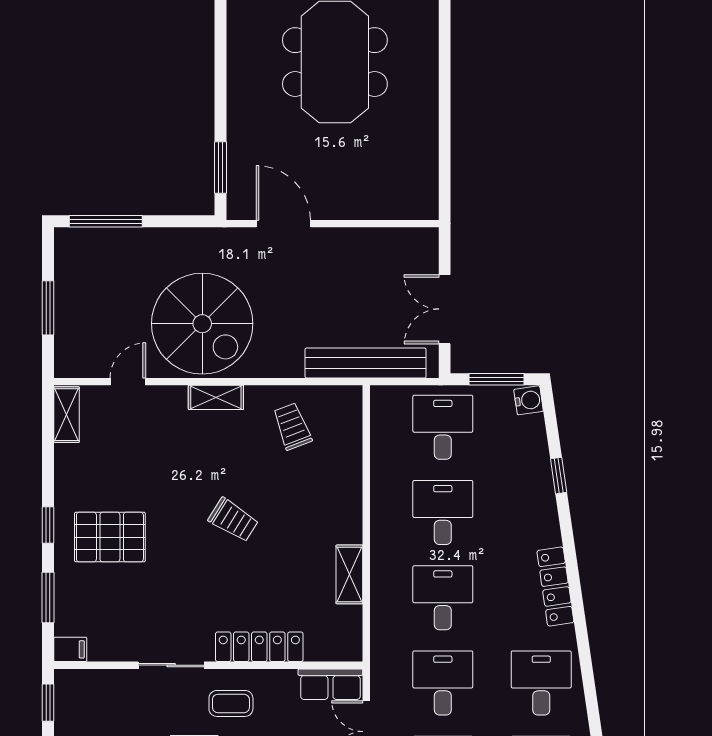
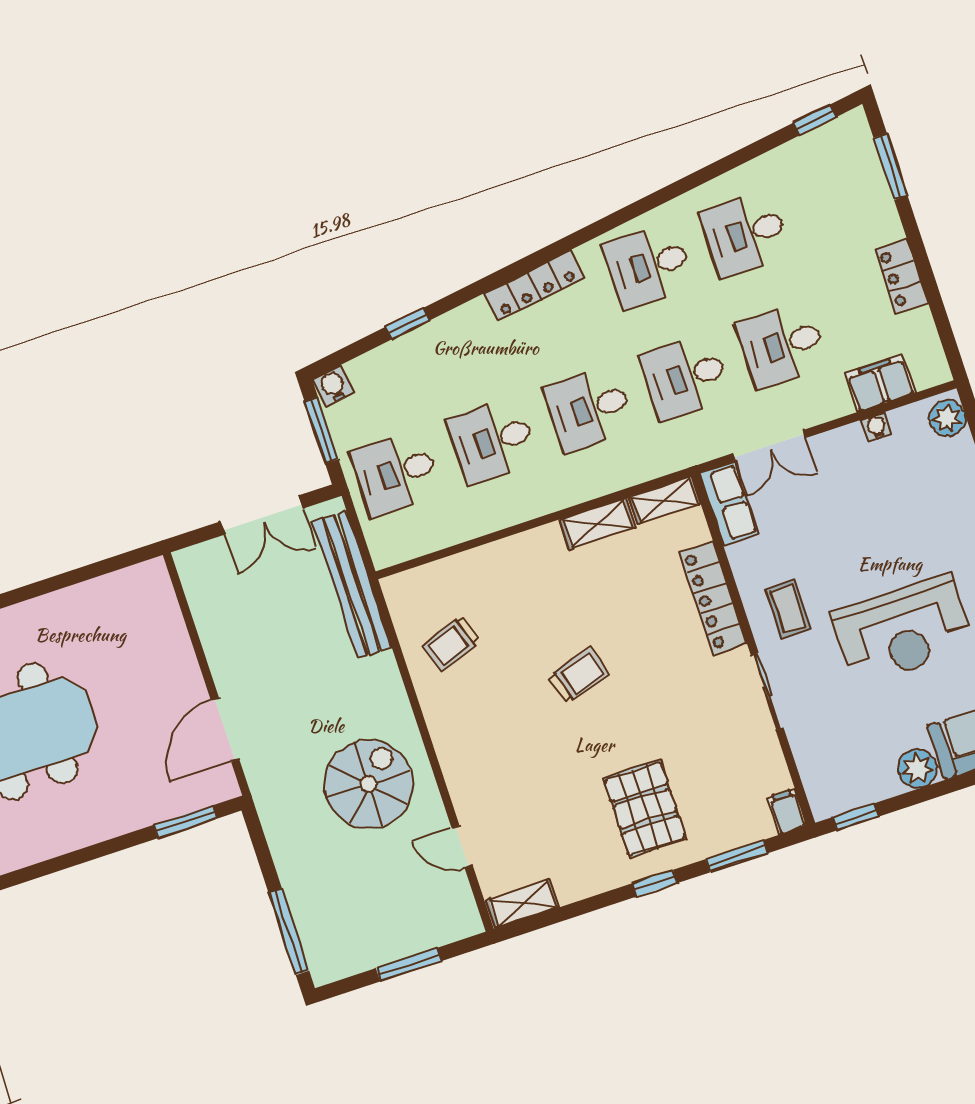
spiral stairs: (202, 324) -> (369, 784), width x0.73, depth x0.73
shelving: (216, 397) -> (664, 500), moved, turned 90
trolley: (233, 520) -> (579, 675), turned 42

